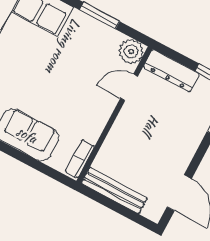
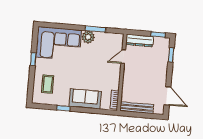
plant: (131, 51) -> (88, 37), moved

